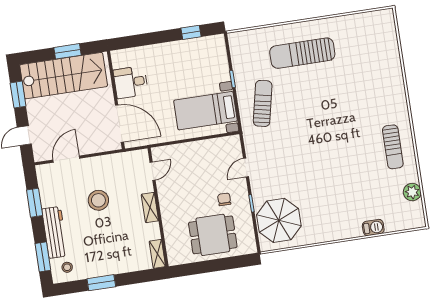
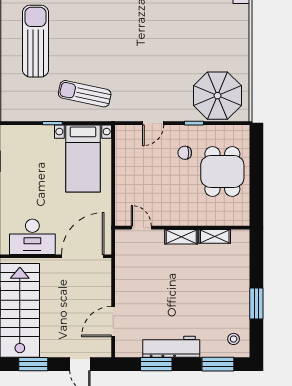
sun lounger: (302, 53) -> (35, 41), turned 180
desk: (131, 82) -> (32, 237), width x1.37
door: (66, 159) -> (113, 322), hinge flipped
door: (246, 168) -> (153, 123), hinge flipped
stool: (98, 200) -> (164, 293), removed
workbench: (55, 232) -> (171, 347), moved
shelving: (157, 254) -> (215, 236), moved

